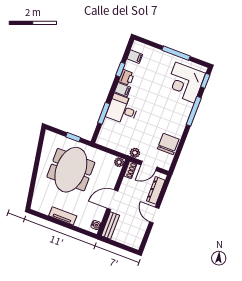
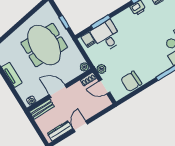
filing cabinet: (123, 90) -> (88, 40), moved
desk: (122, 110) -> (106, 36), moved
chair: (168, 144) -> (131, 81), turned 180
meeting table: (71, 170) -> (44, 45), turned 90
dresser: (156, 190) -> (60, 131), moved

